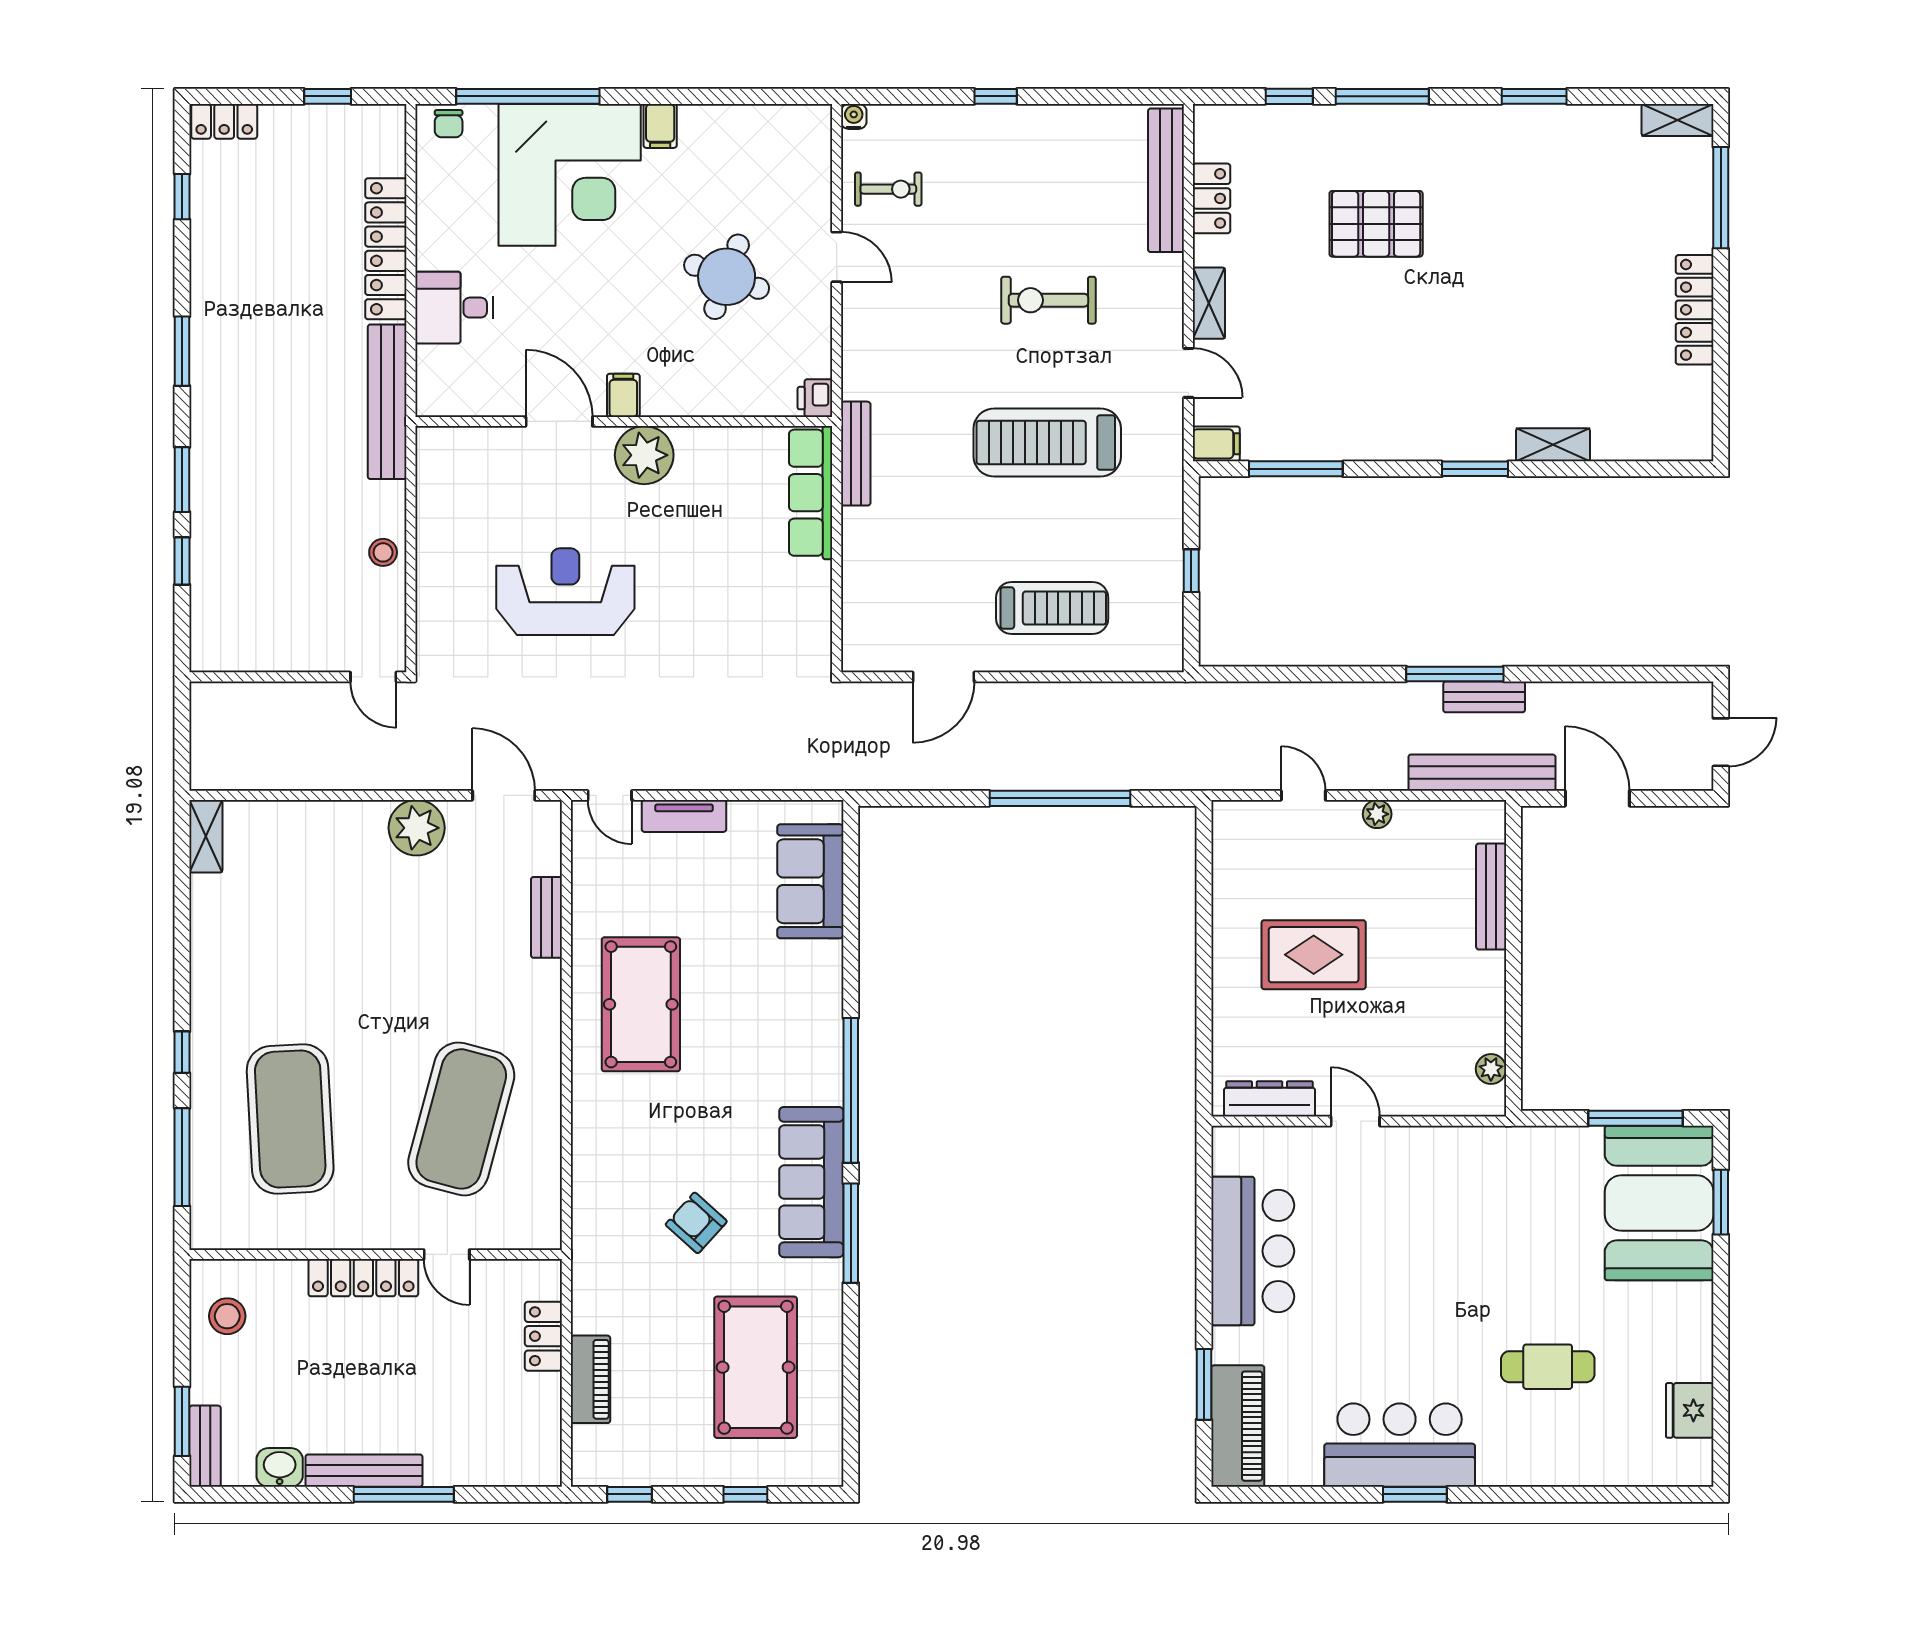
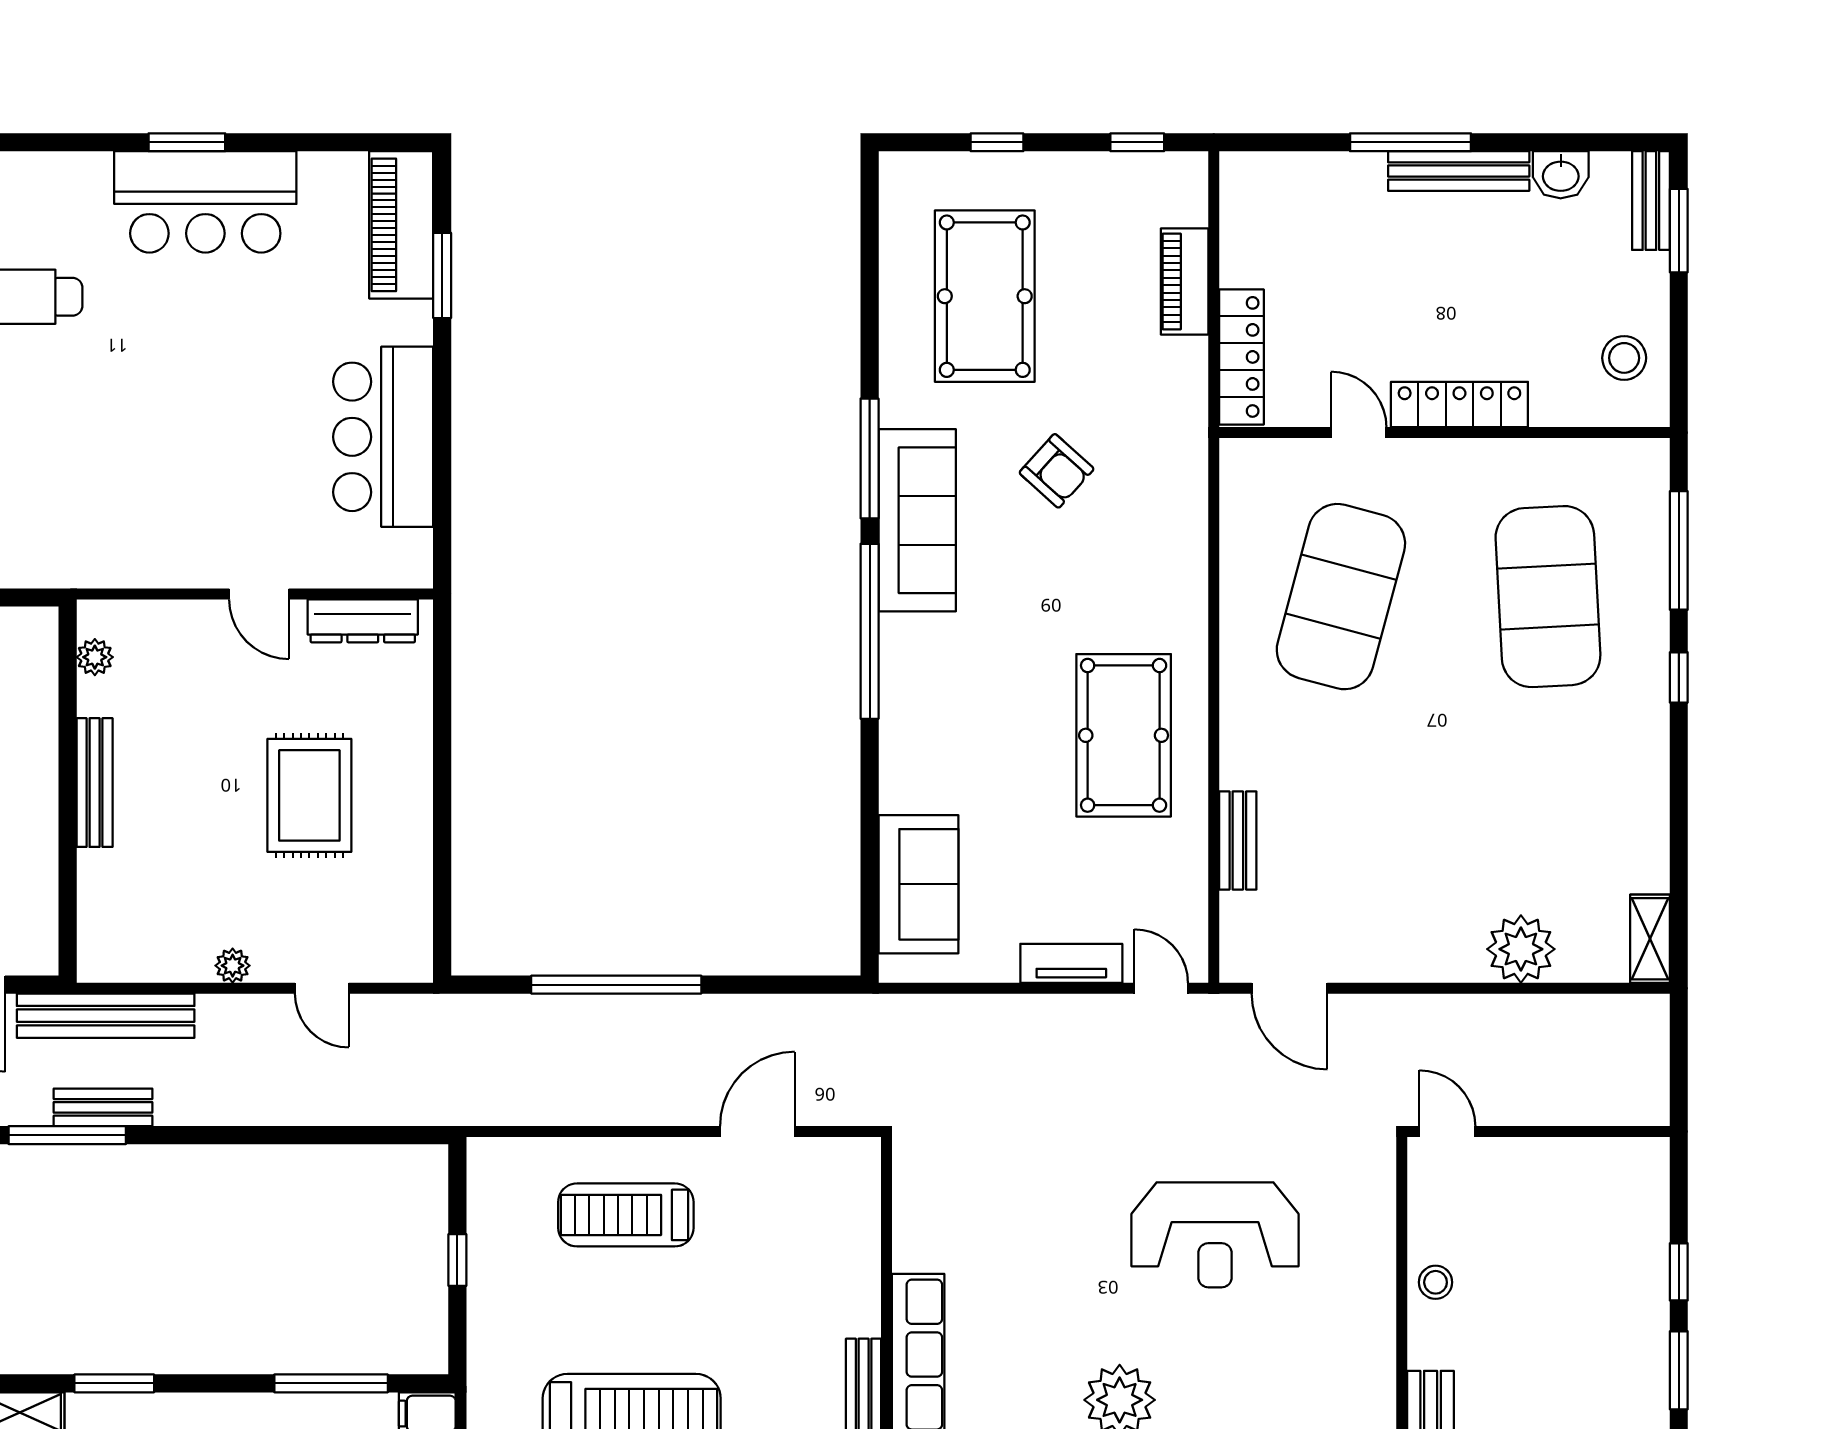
window: (1455, 674) -> (67, 1135), moved
plant: (417, 828) -> (1521, 949), moved
bench: (1491, 896) -> (95, 783), moved
rug: (1314, 955) -> (309, 795), turned 90
locker: (543, 1336) -> (1241, 357), width x1.53

